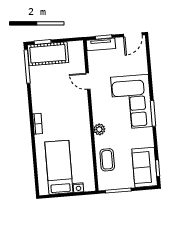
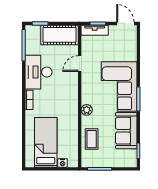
door: (133, 35) -> (125, 23), swing flipped
cot: (48, 54) -> (60, 35), moved
door: (88, 81) -> (80, 64), hinge flipped
desk: (45, 94) -> (38, 72), added
sofa: (145, 167) -> (126, 131), moved

